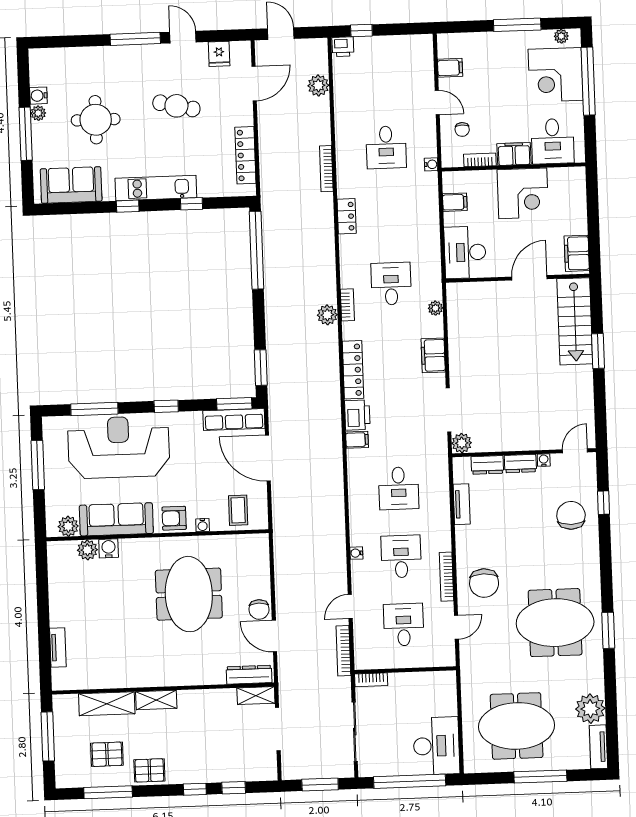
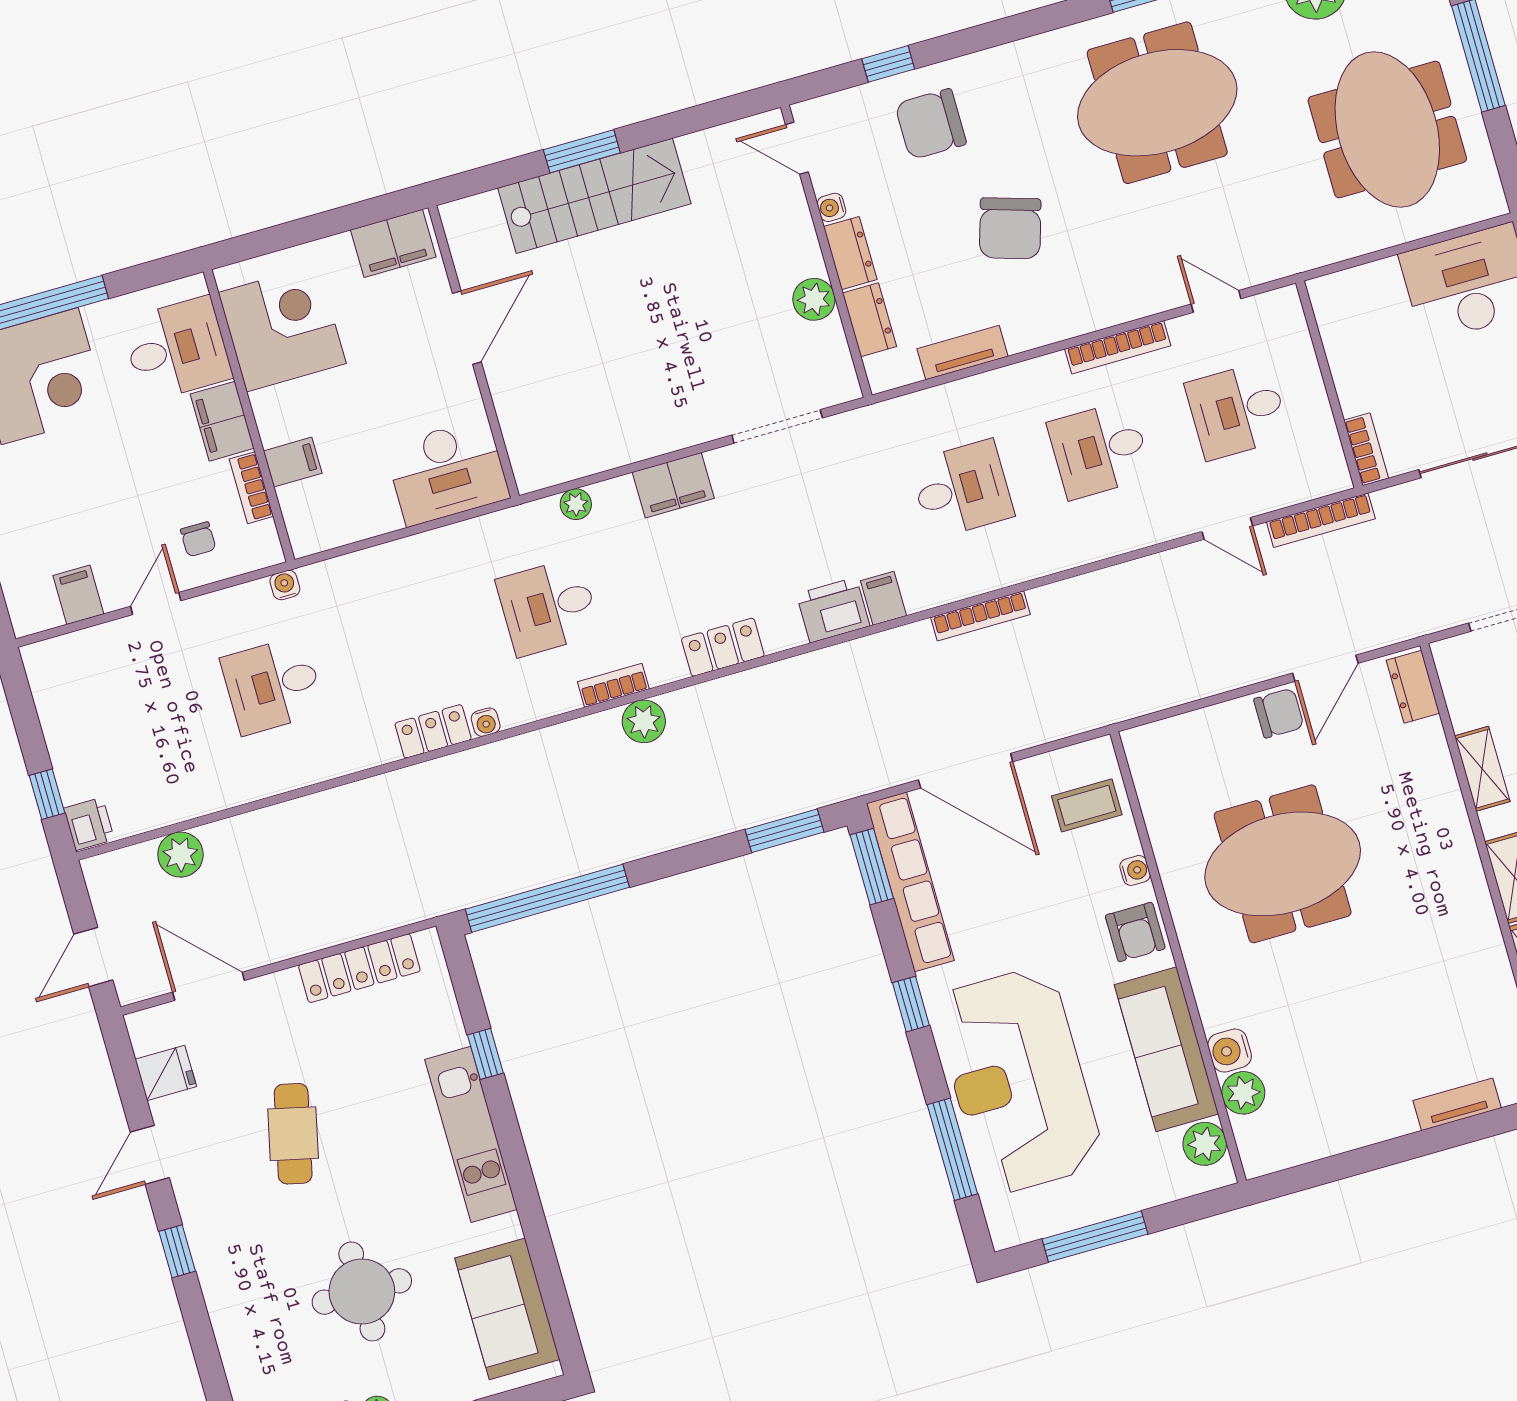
window: (135, 39) -> (177, 1251), width x0.46
chair: (462, 129) -> (198, 539), turned 90
desk: (386, 147) -> (273, 685), turned 180
bookcase: (326, 169) -> (980, 616), moved
corner desk: (523, 193) -> (282, 328), moved
filing cabinet: (455, 202) -> (293, 462), moved, turned 90
window: (128, 206) -> (522, 1183), removed
door: (529, 278) -> (467, 328), swing flipped
stairs: (575, 321) -> (594, 196), moved
locker: (353, 370) -> (723, 647), width x0.66
row of seats: (234, 419) -> (910, 882), width x1.36
plant: (462, 443) -> (814, 299), moved
door: (268, 458) -> (966, 771), hinge flipped
water cooler: (356, 553) -> (486, 722), moved
chair: (484, 583) -> (1010, 228), moved, turned 107
meeting table: (555, 623) -> (1157, 103), turned 90
dresser: (249, 675) -> (1413, 687), width x0.70
shelving: (256, 696) -> (1482, 769), moved

